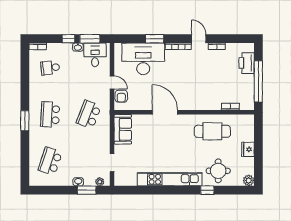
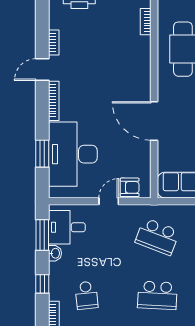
window: (68, 39) -> (42, 284), moved
window: (155, 39) -> (42, 154), moved
door: (165, 112) -> (154, 121), hinge flipped

